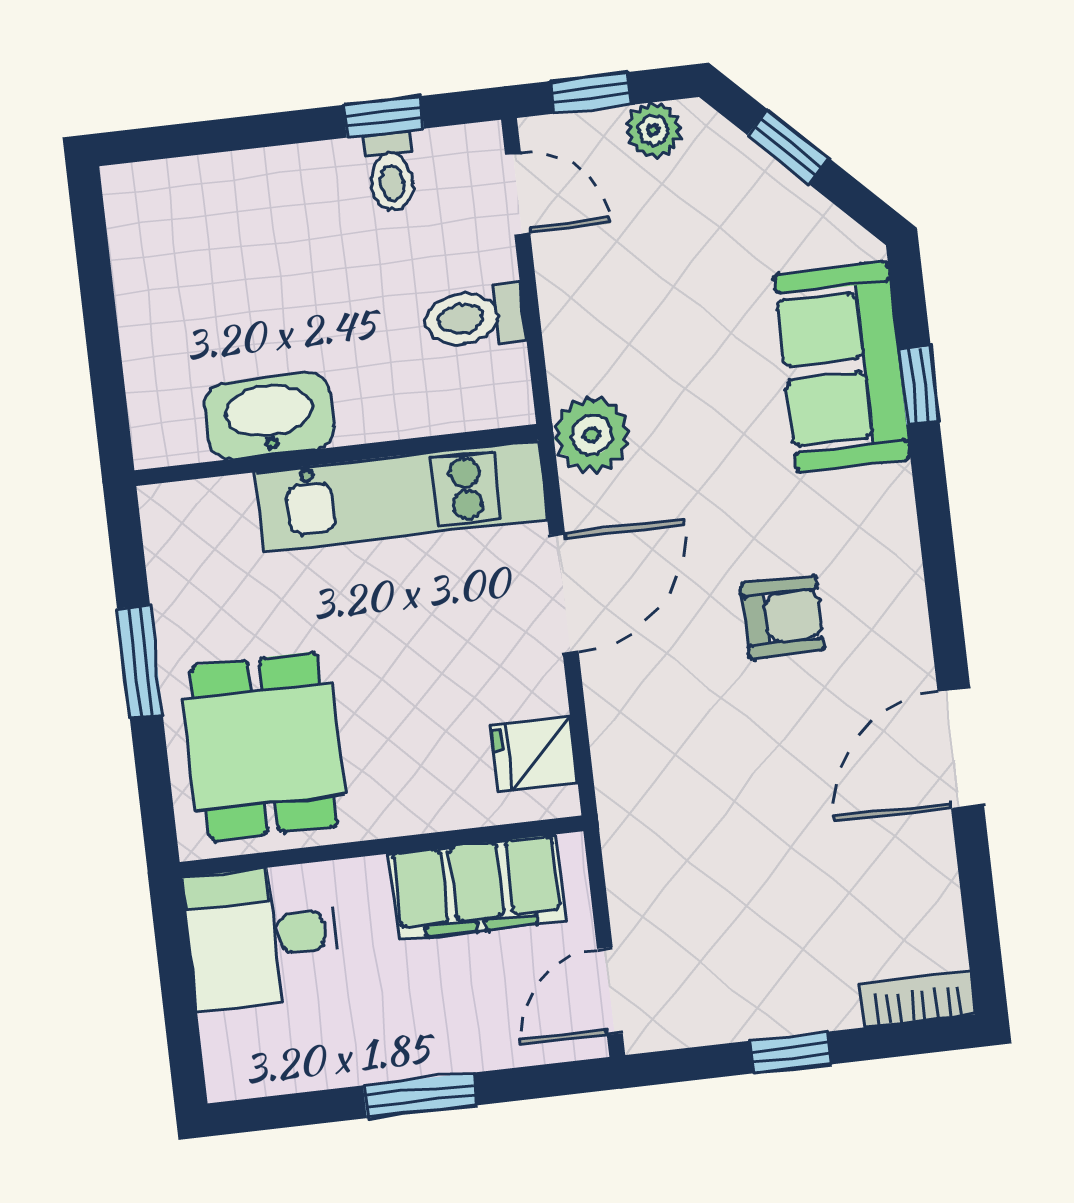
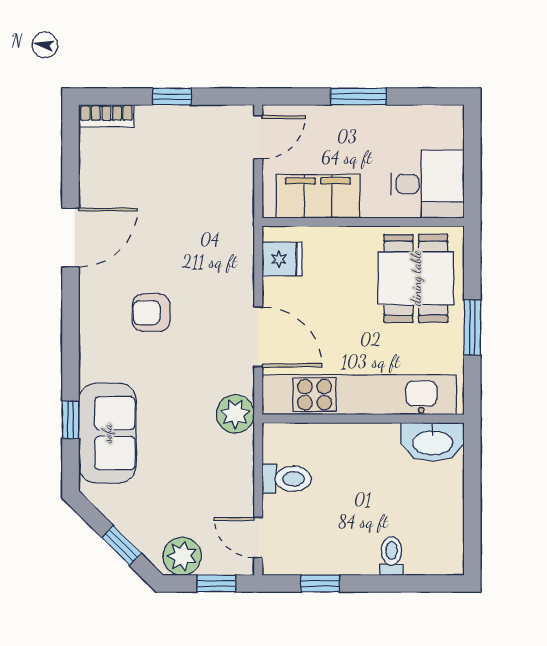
plant: (653, 130) -> (182, 556), width x1.38, depth x1.38
toilet: (391, 172) -> (392, 556), moved
washbasin: (269, 416) -> (433, 442), moved
kitchen unit: (401, 496) -> (359, 395), width x1.36
door: (564, 594) -> (258, 337), swing flipped

